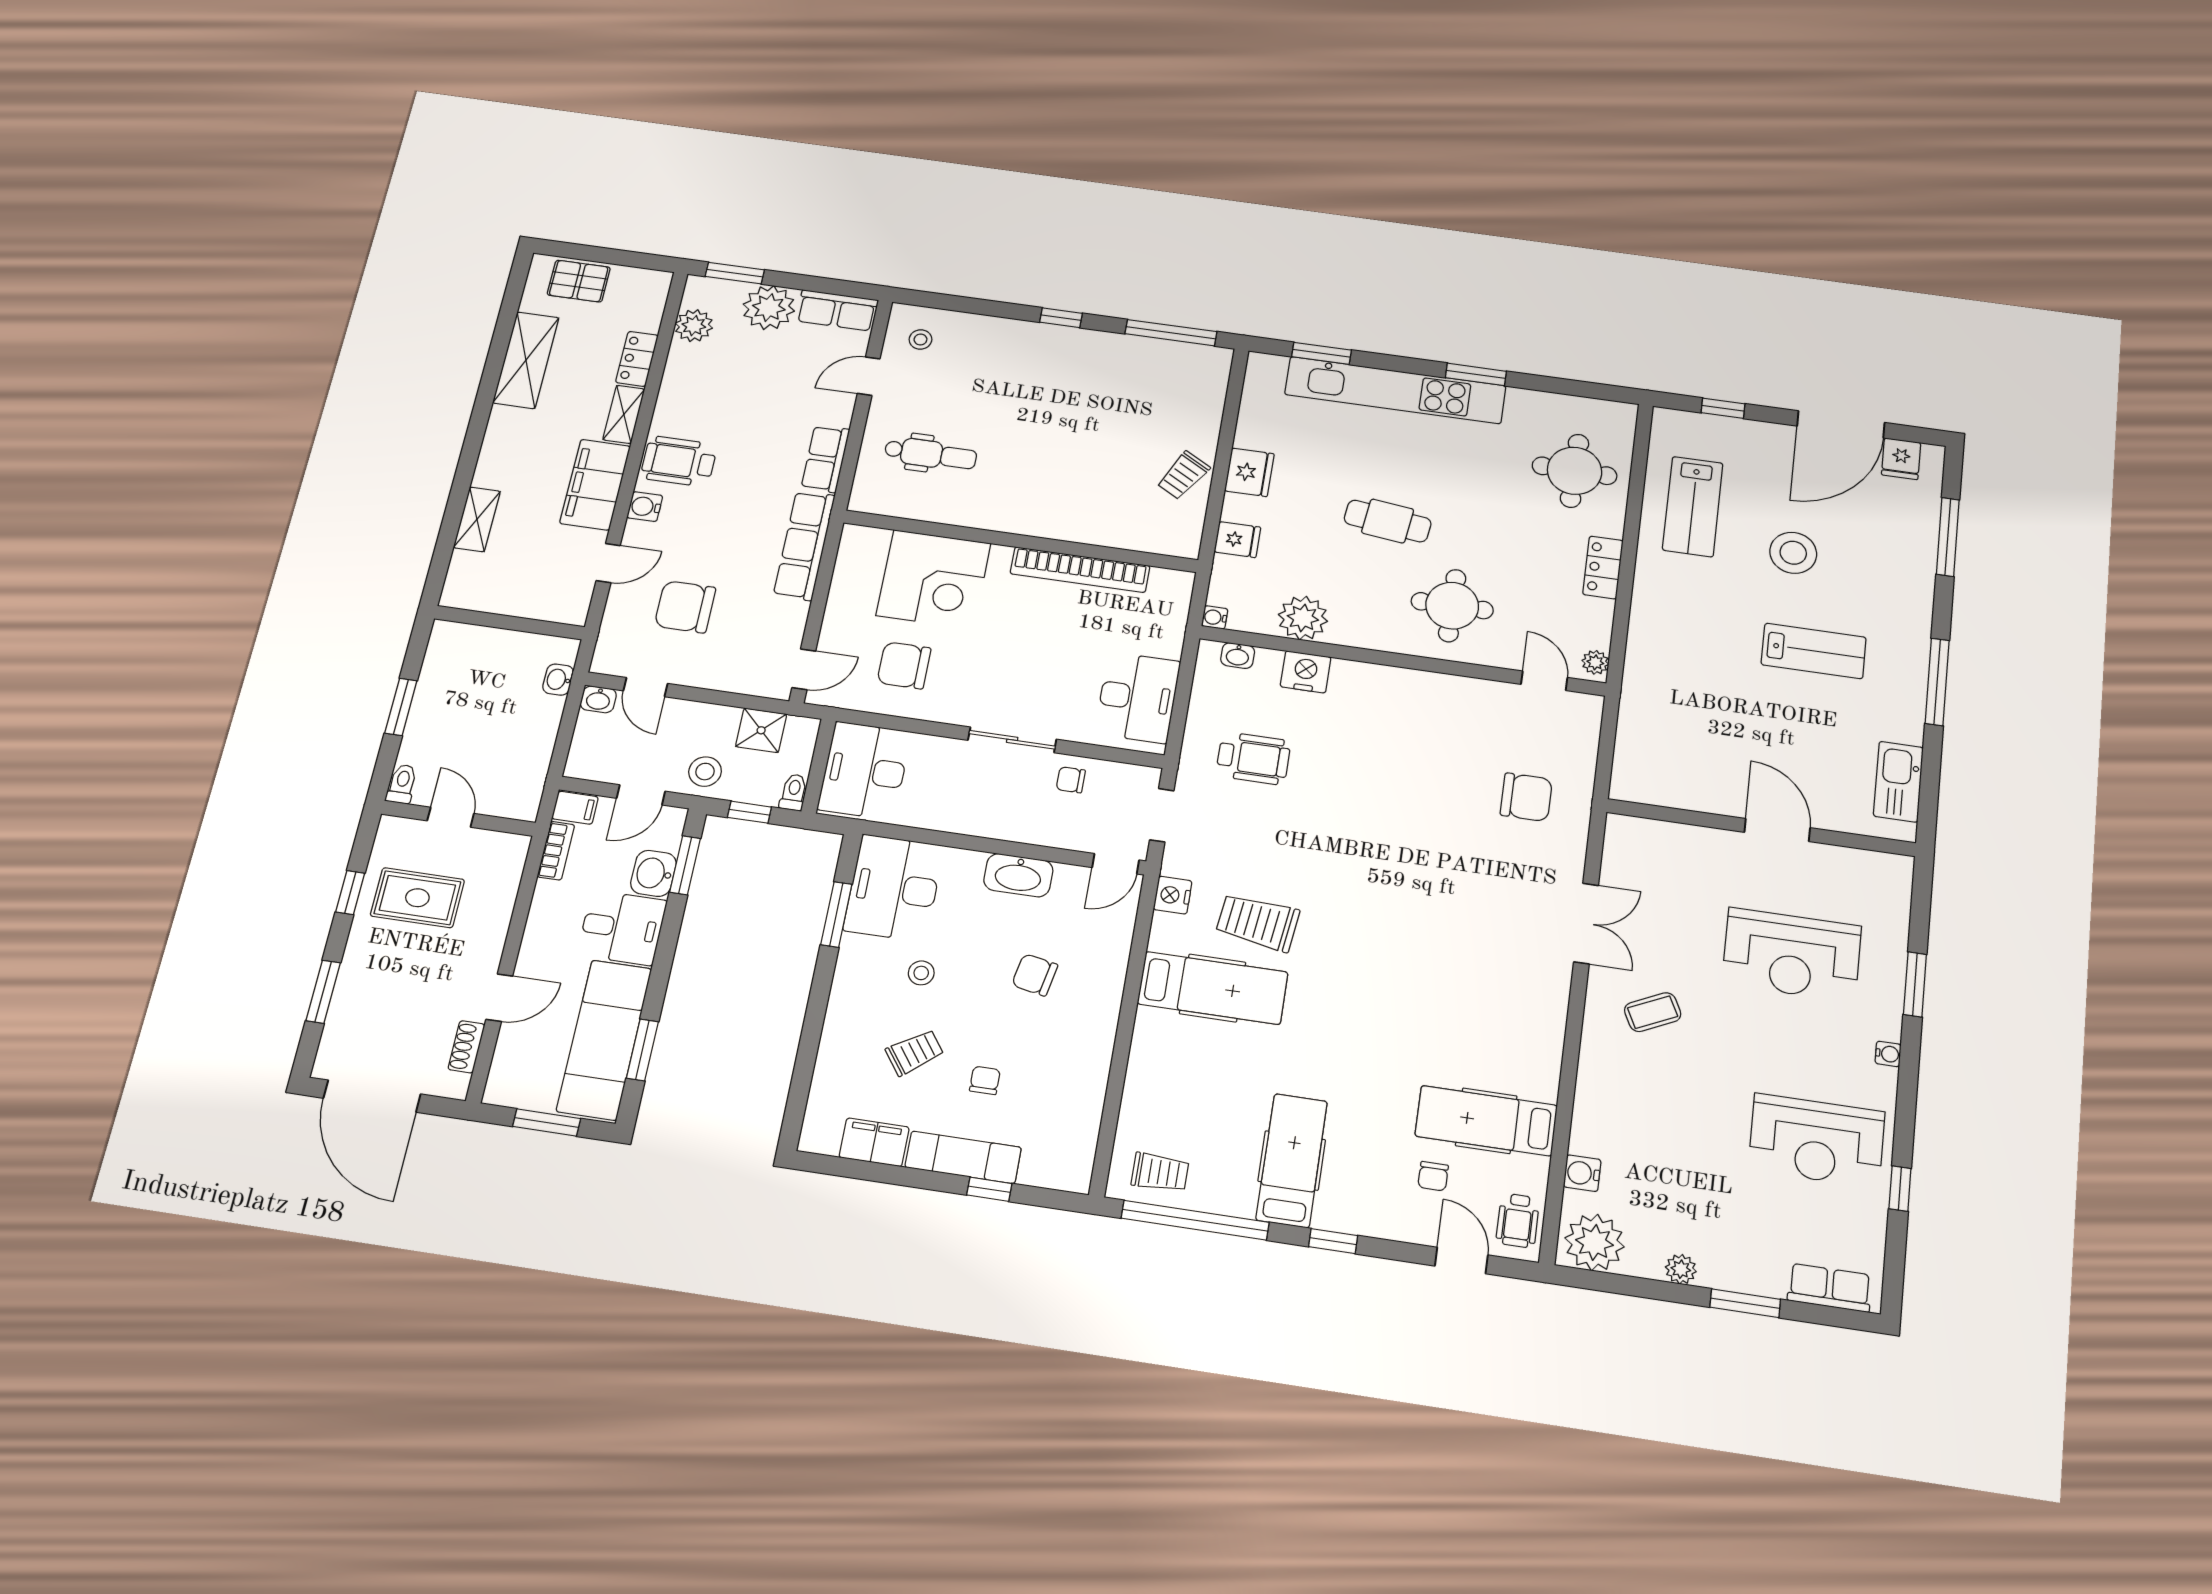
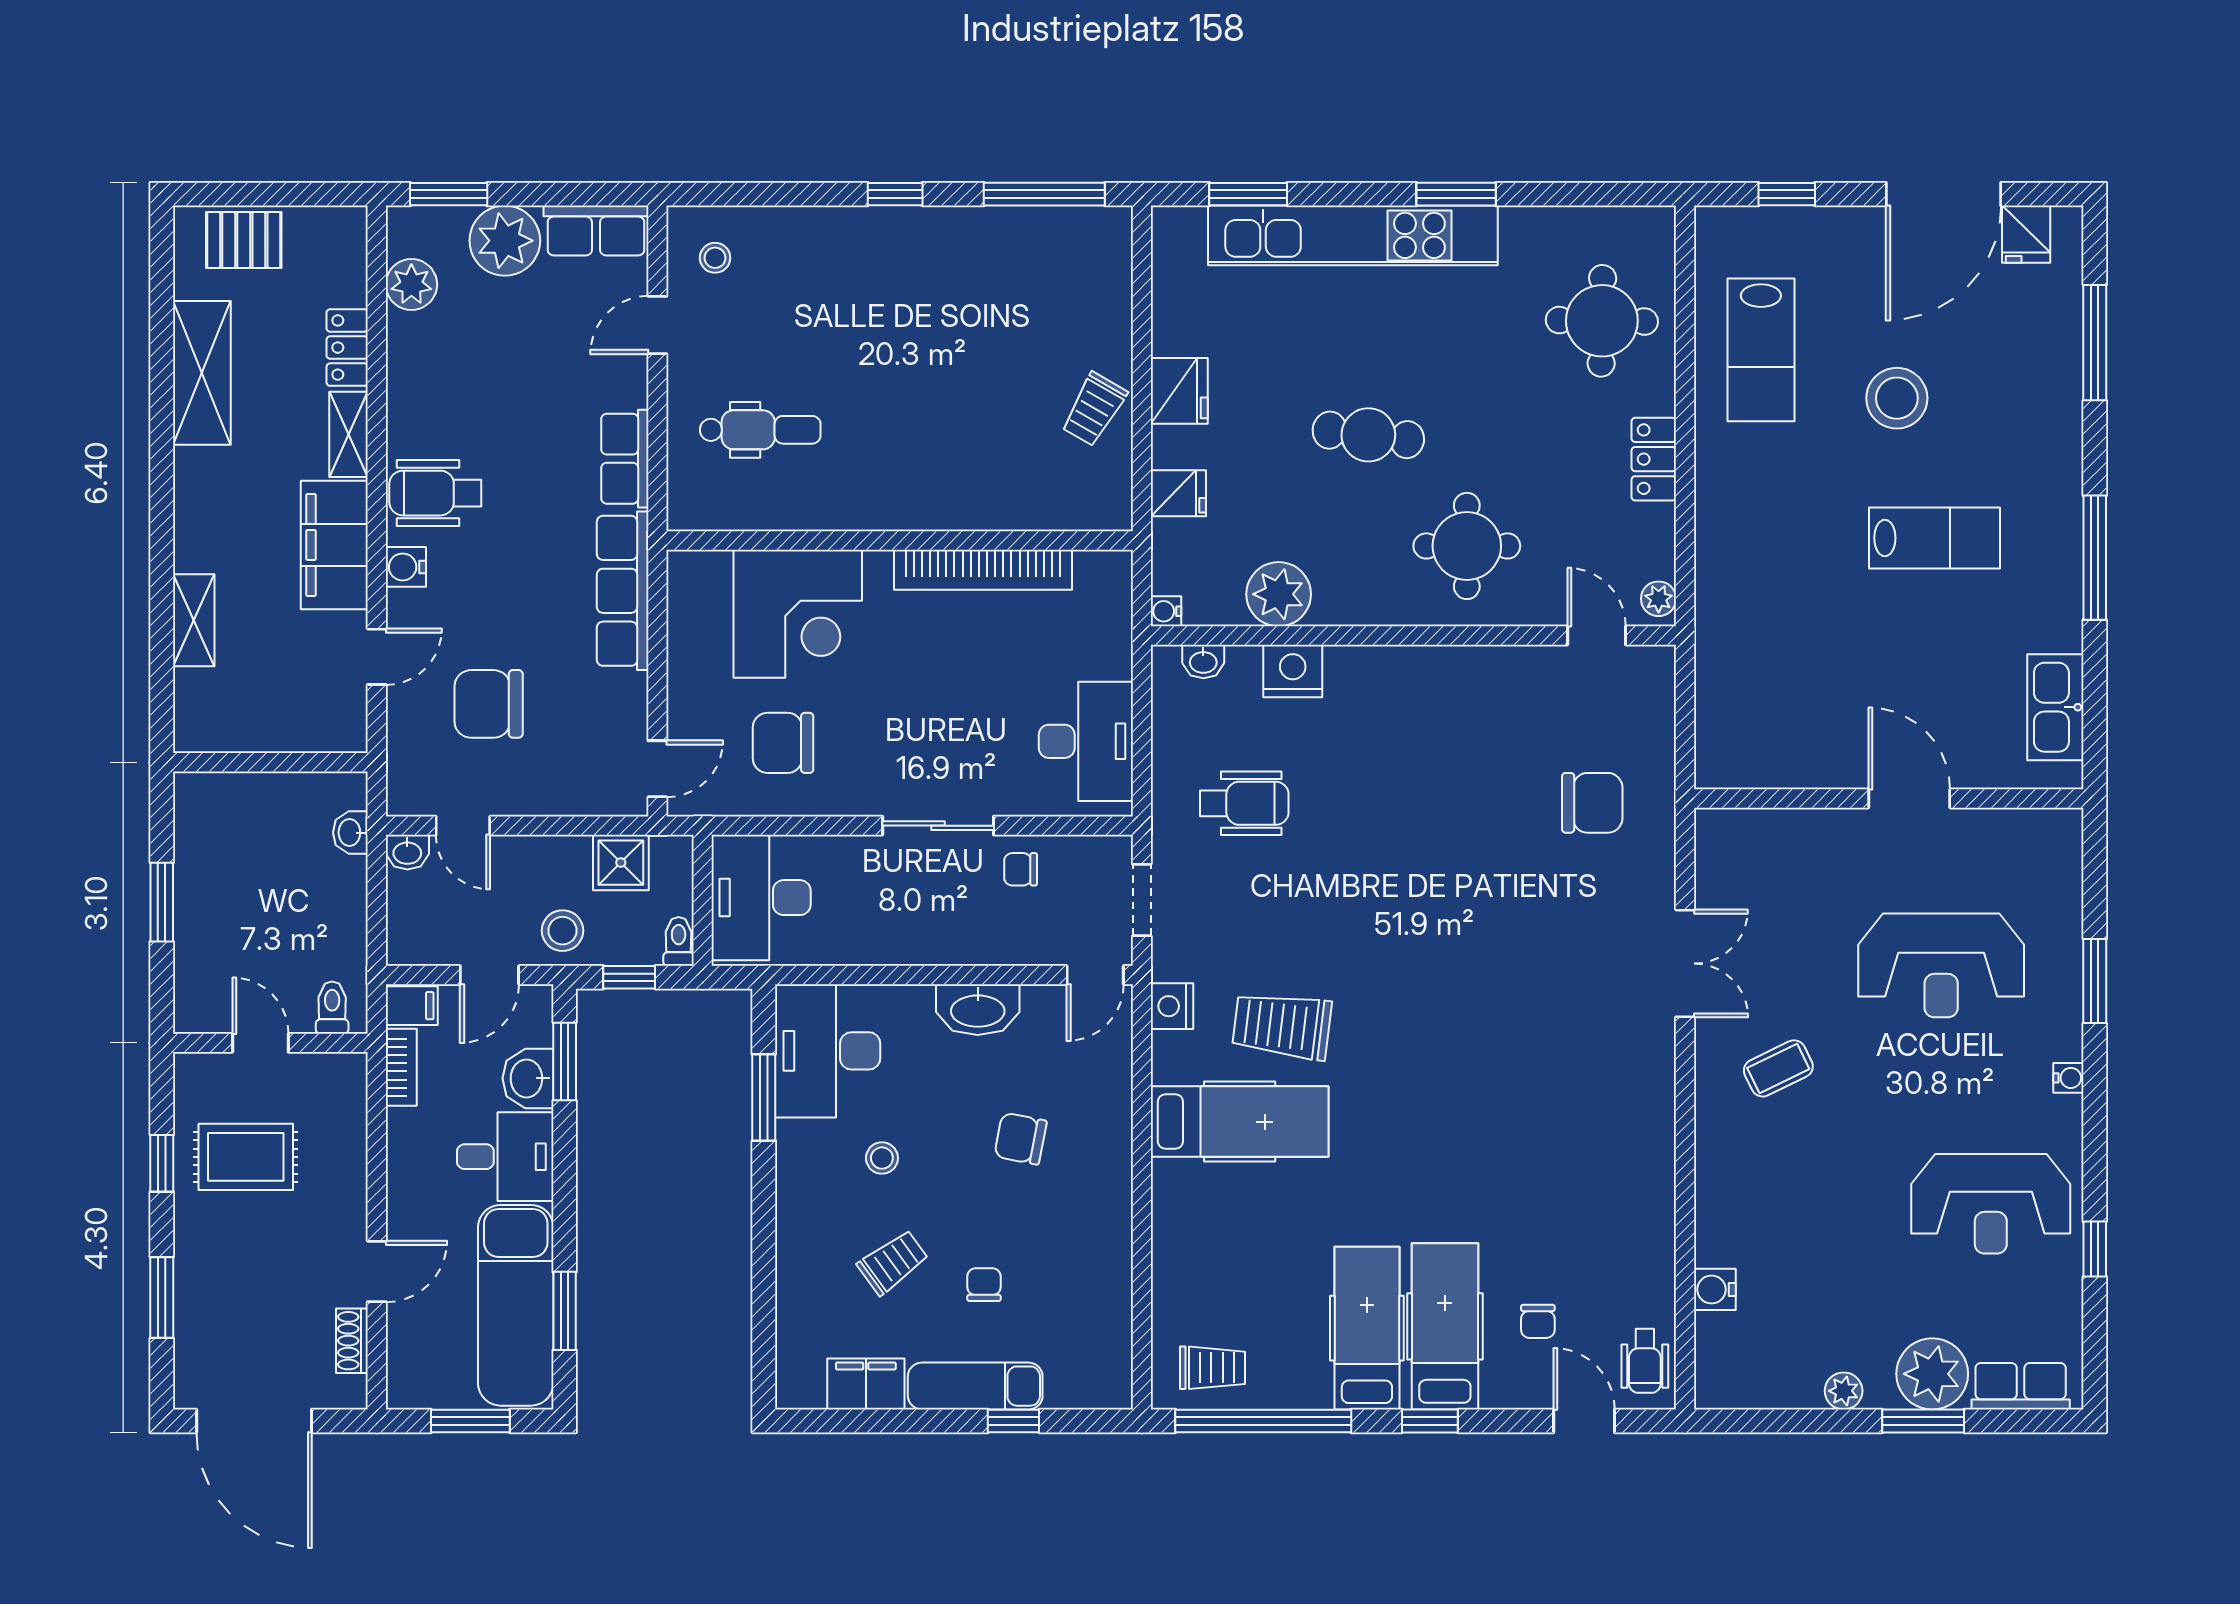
toilet: (402, 784) -> (332, 1008), moved
hospital bed: (1486, 1121) -> (1445, 1326), moved, turned 90
plant: (1594, 1242) -> (1932, 1374), moved

